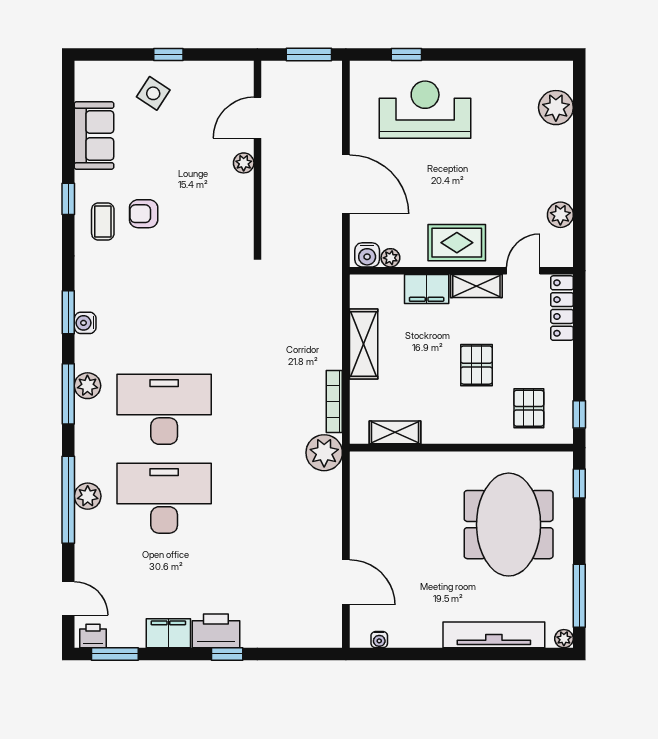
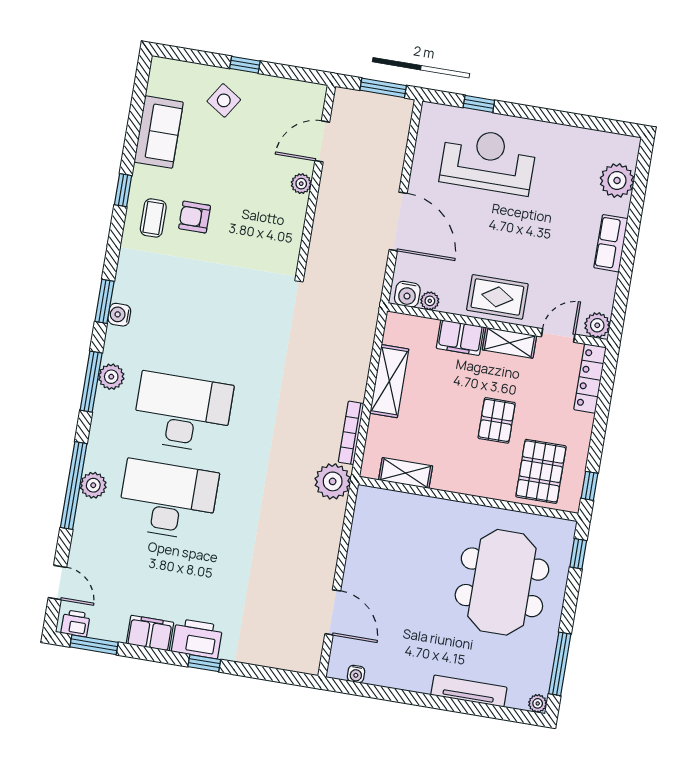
row of seats: (560, 171) -> (611, 243), added
plant: (560, 215) -> (597, 325), moved
pallet: (529, 408) -> (541, 471), width x1.50, depth x1.42
tv unit: (494, 635) -> (469, 691), width x0.73, depth x0.78

